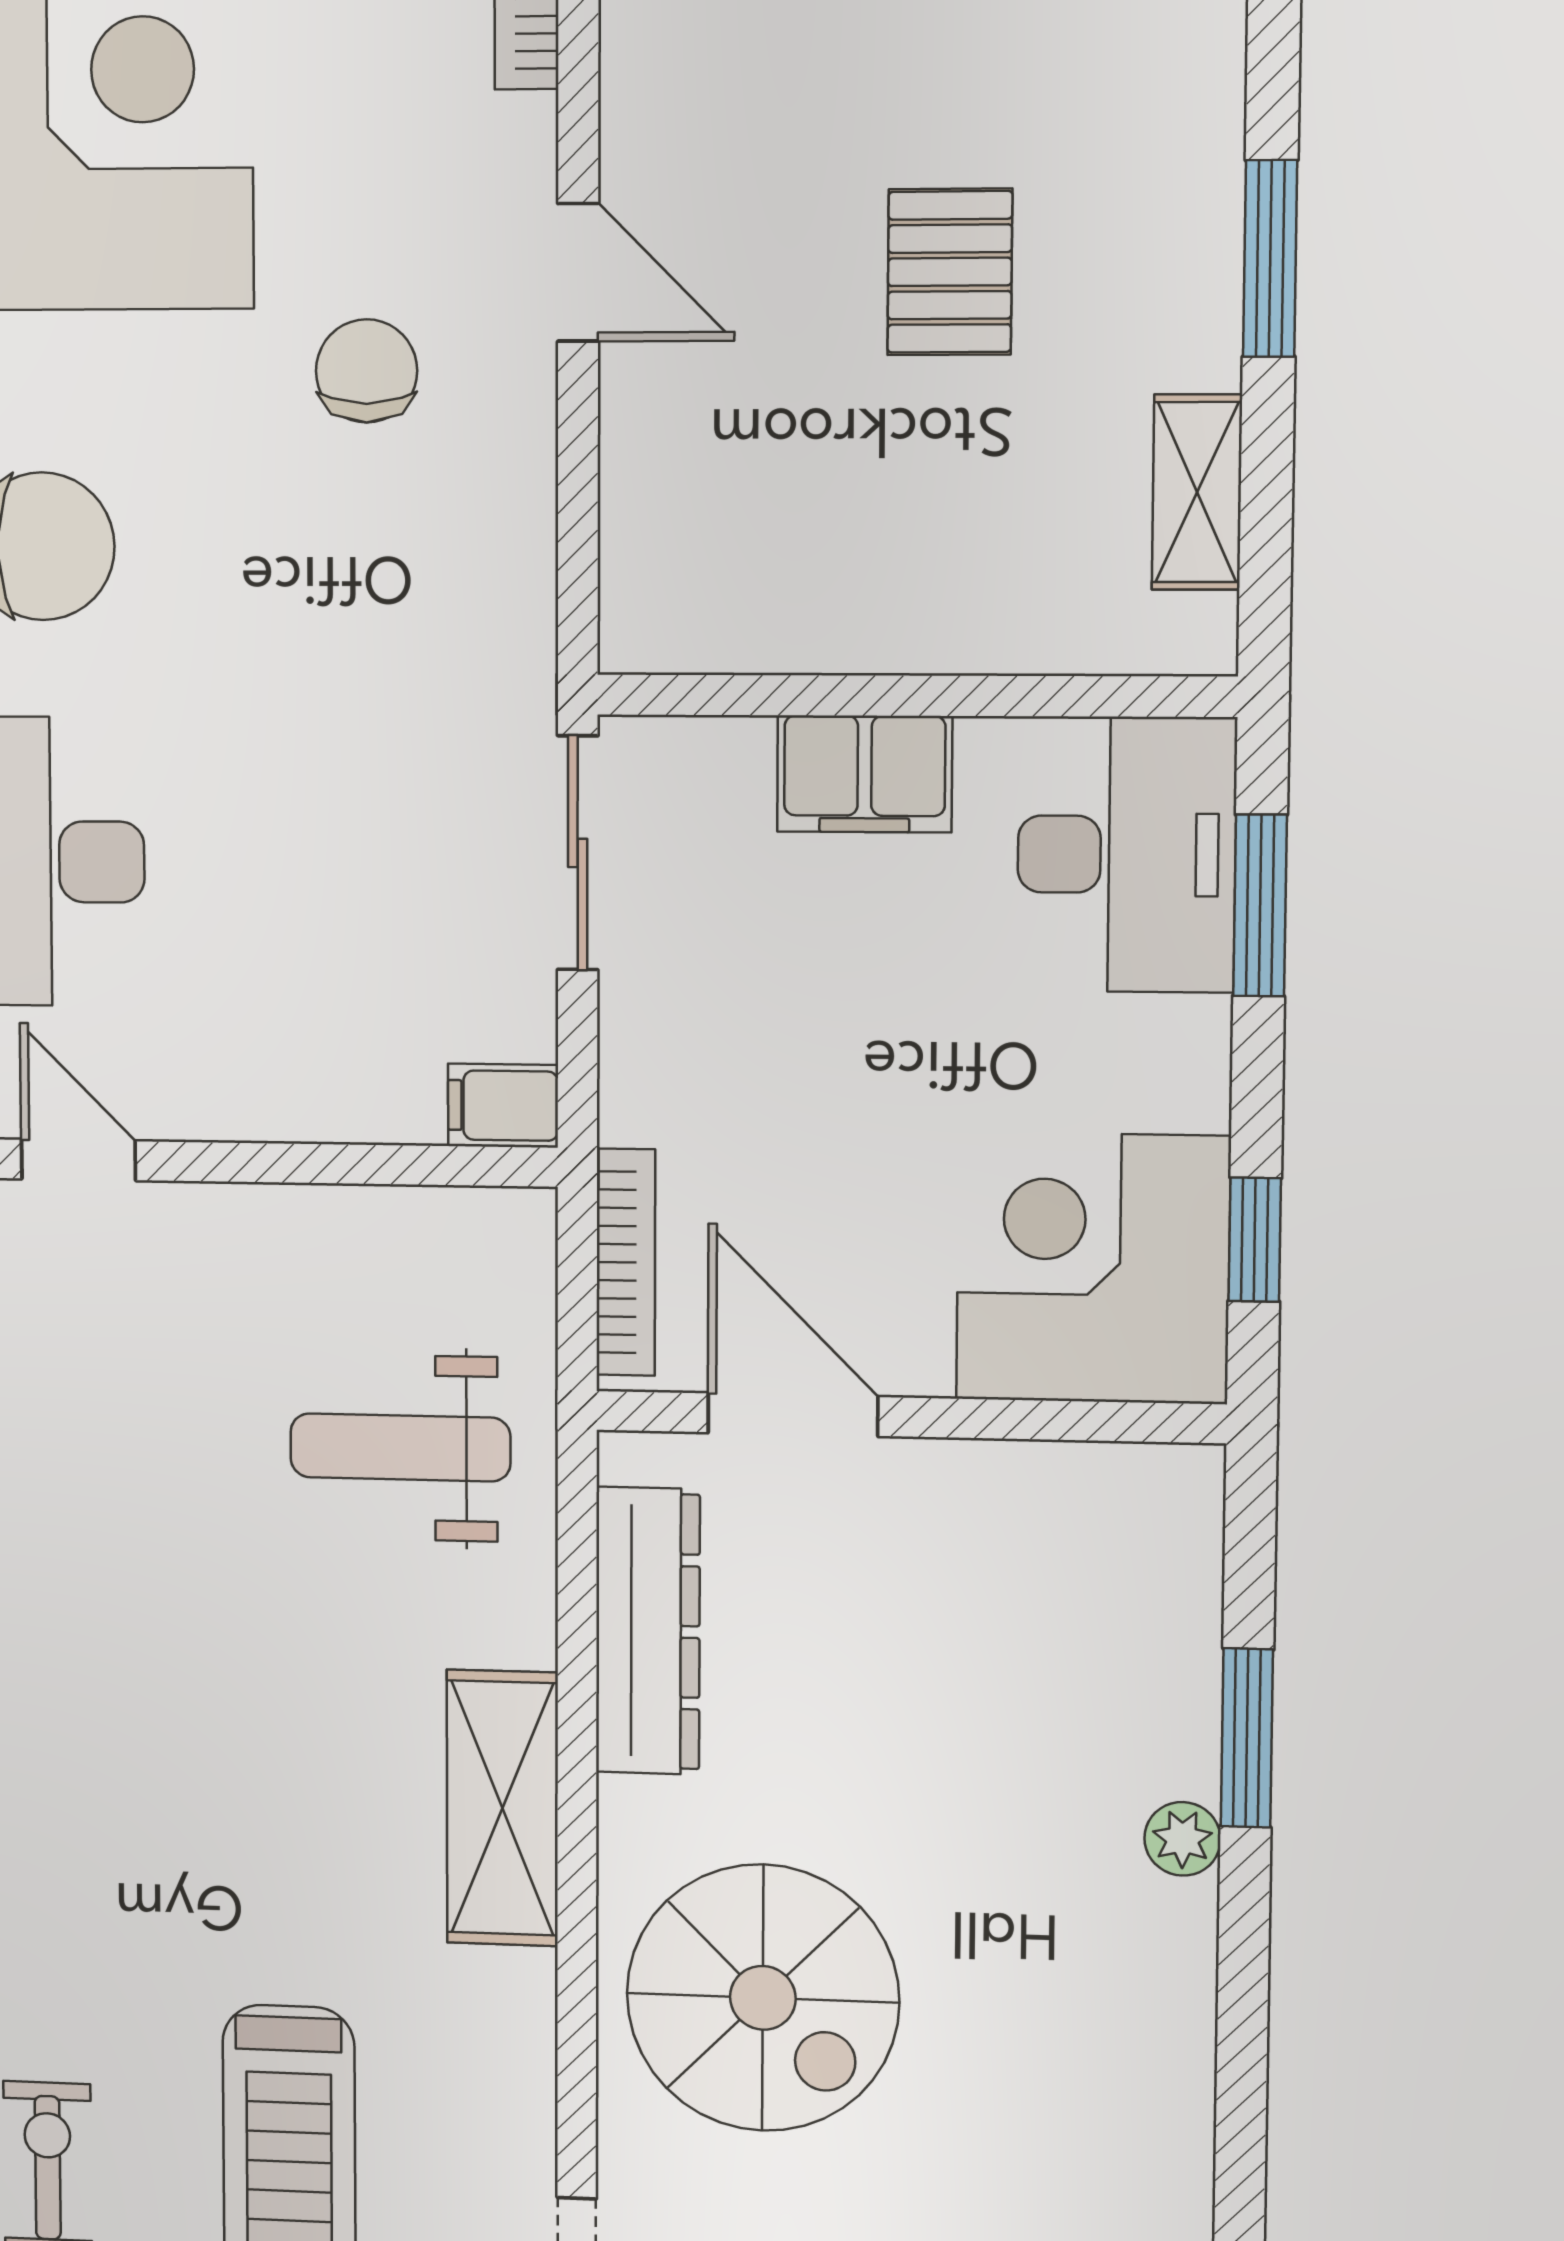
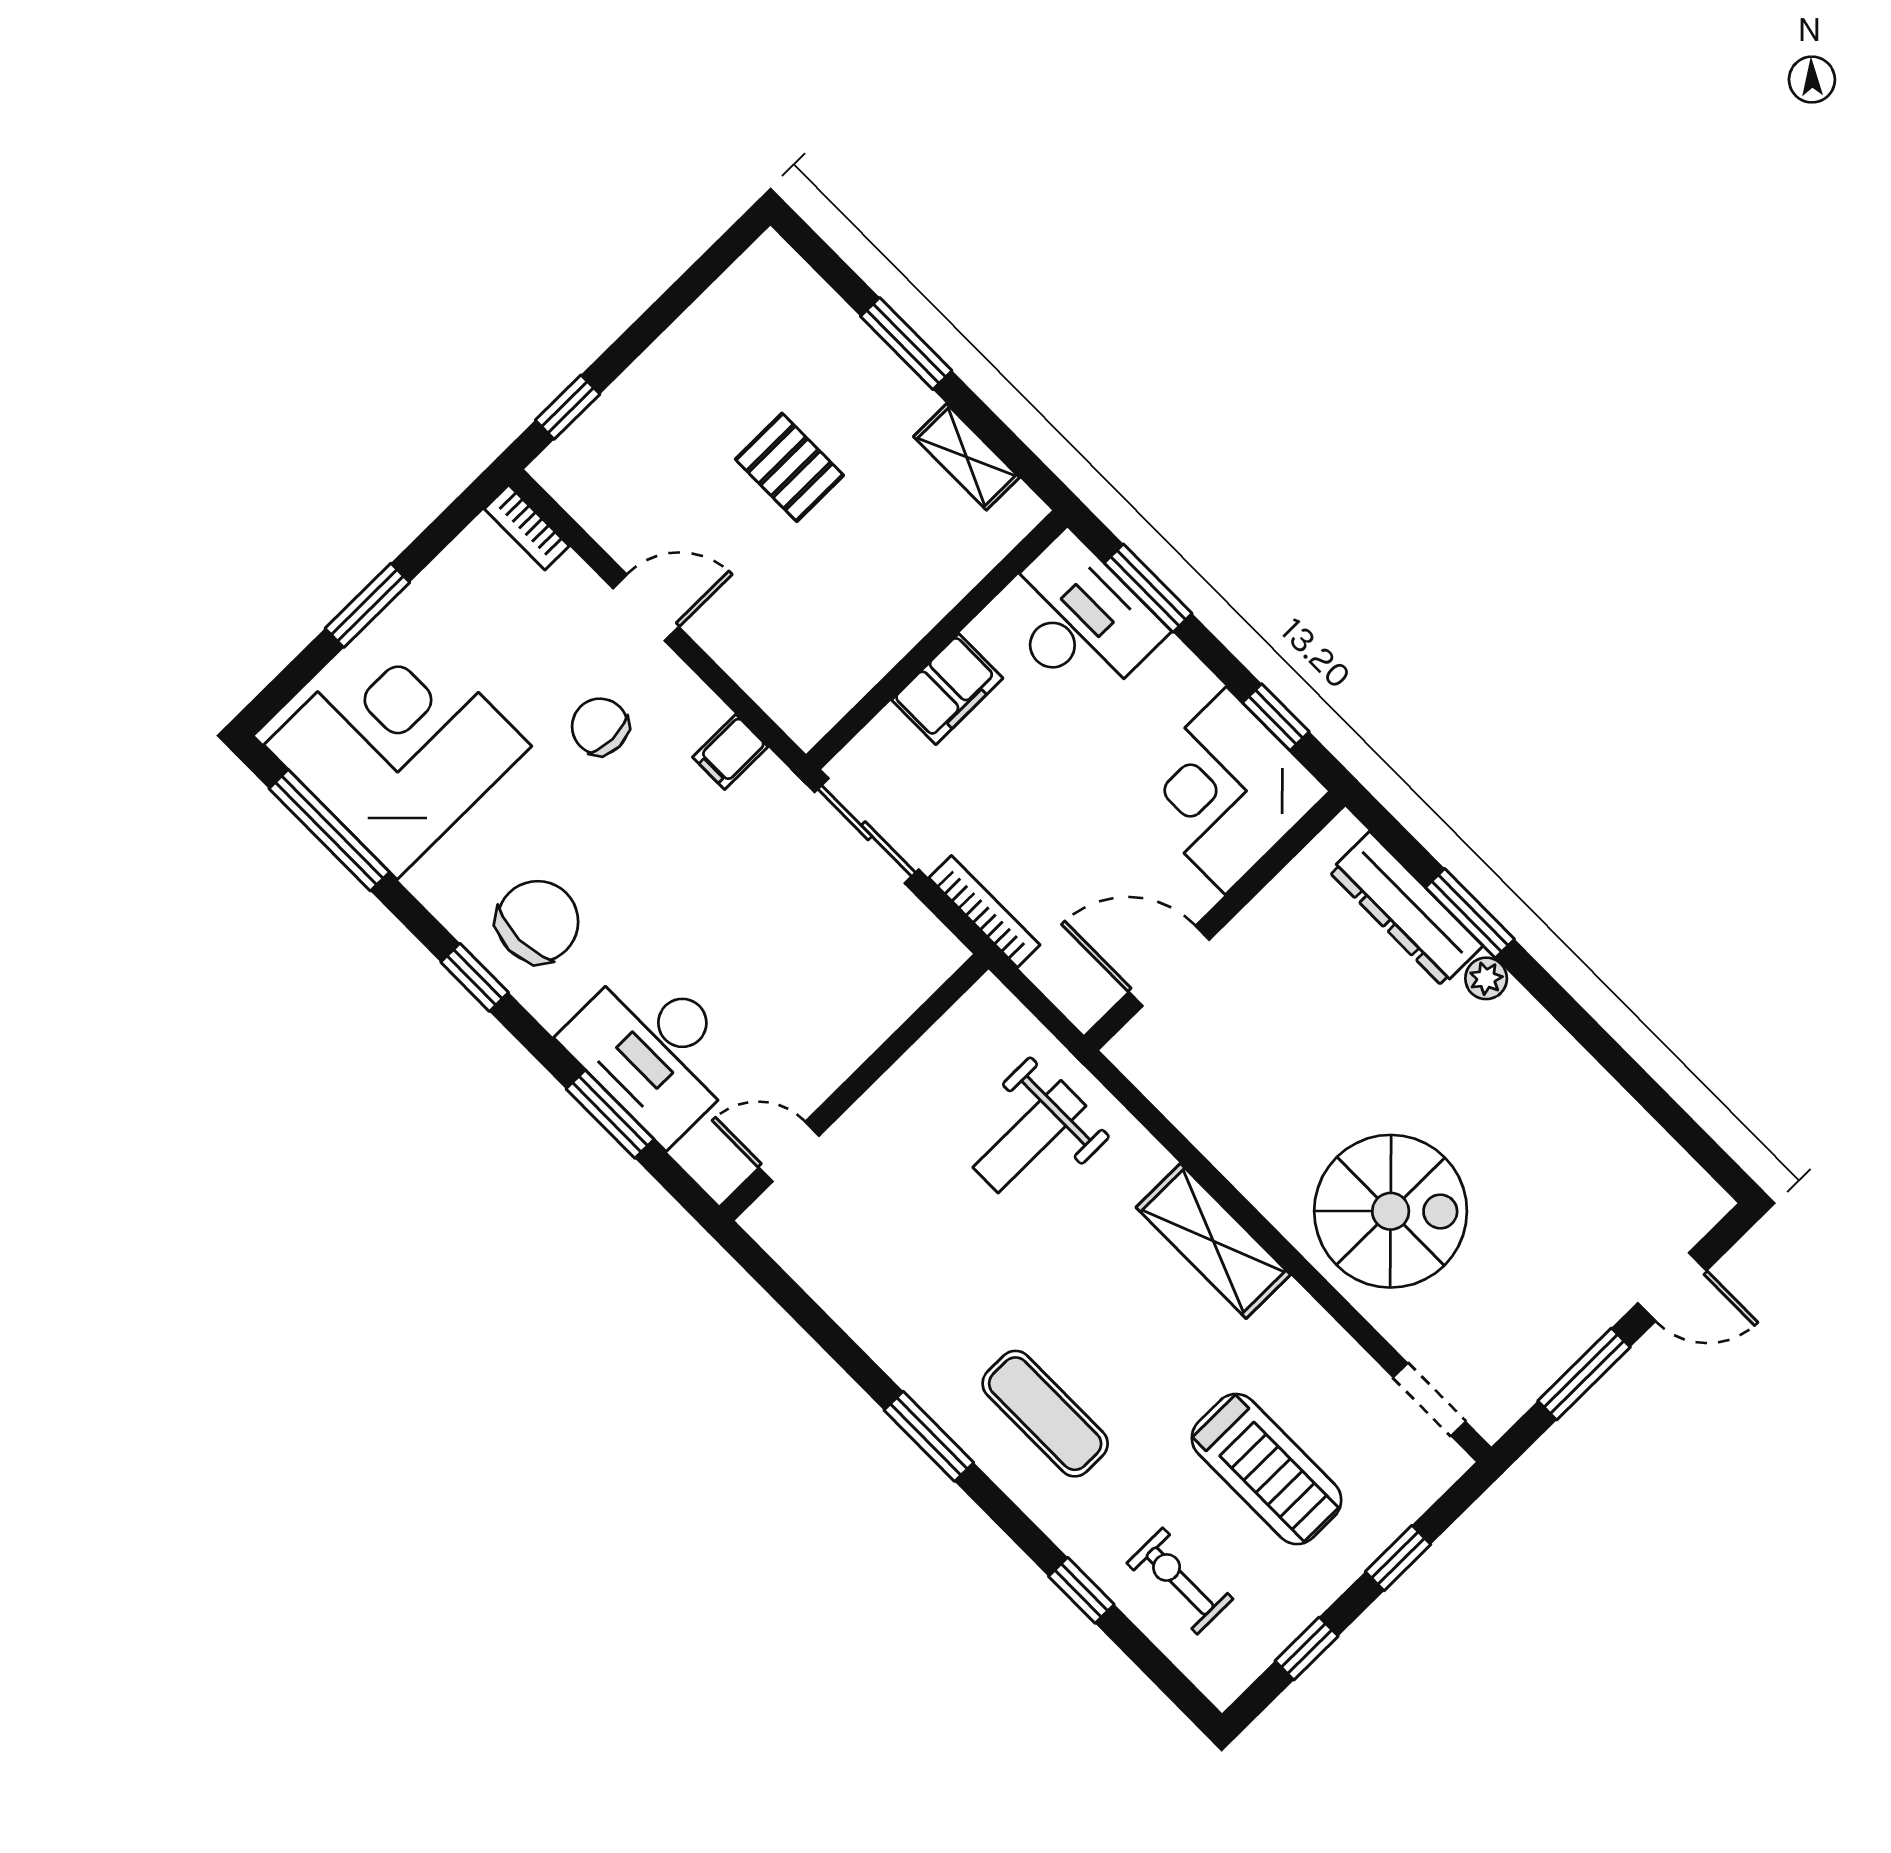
filing cabinet: (503, 1106) -> (730, 752), moved
bookcase: (626, 1262) -> (984, 911), moved
dresser: (648, 1631) -> (1406, 909), moved, turned 180
exercise mat: (81, 1803) -> (1045, 1414), added

